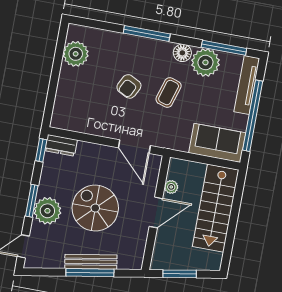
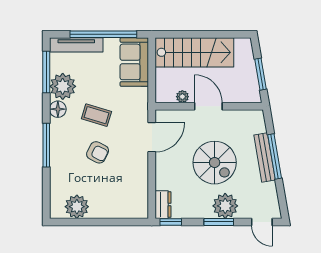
spiral stairs: (95, 208) -> (215, 163), turned -90

